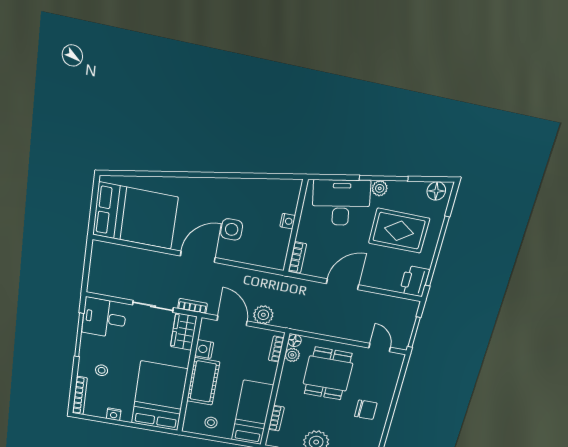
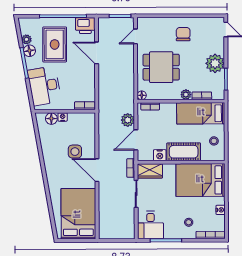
plant: (380, 188) -> (26, 39), moved
floor lamp: (436, 191) -> (29, 51), moved
floor lamp: (289, 203) -> (51, 119), added
door: (343, 284) -> (97, 53), moved
plant: (292, 355) -> (186, 95), moved

